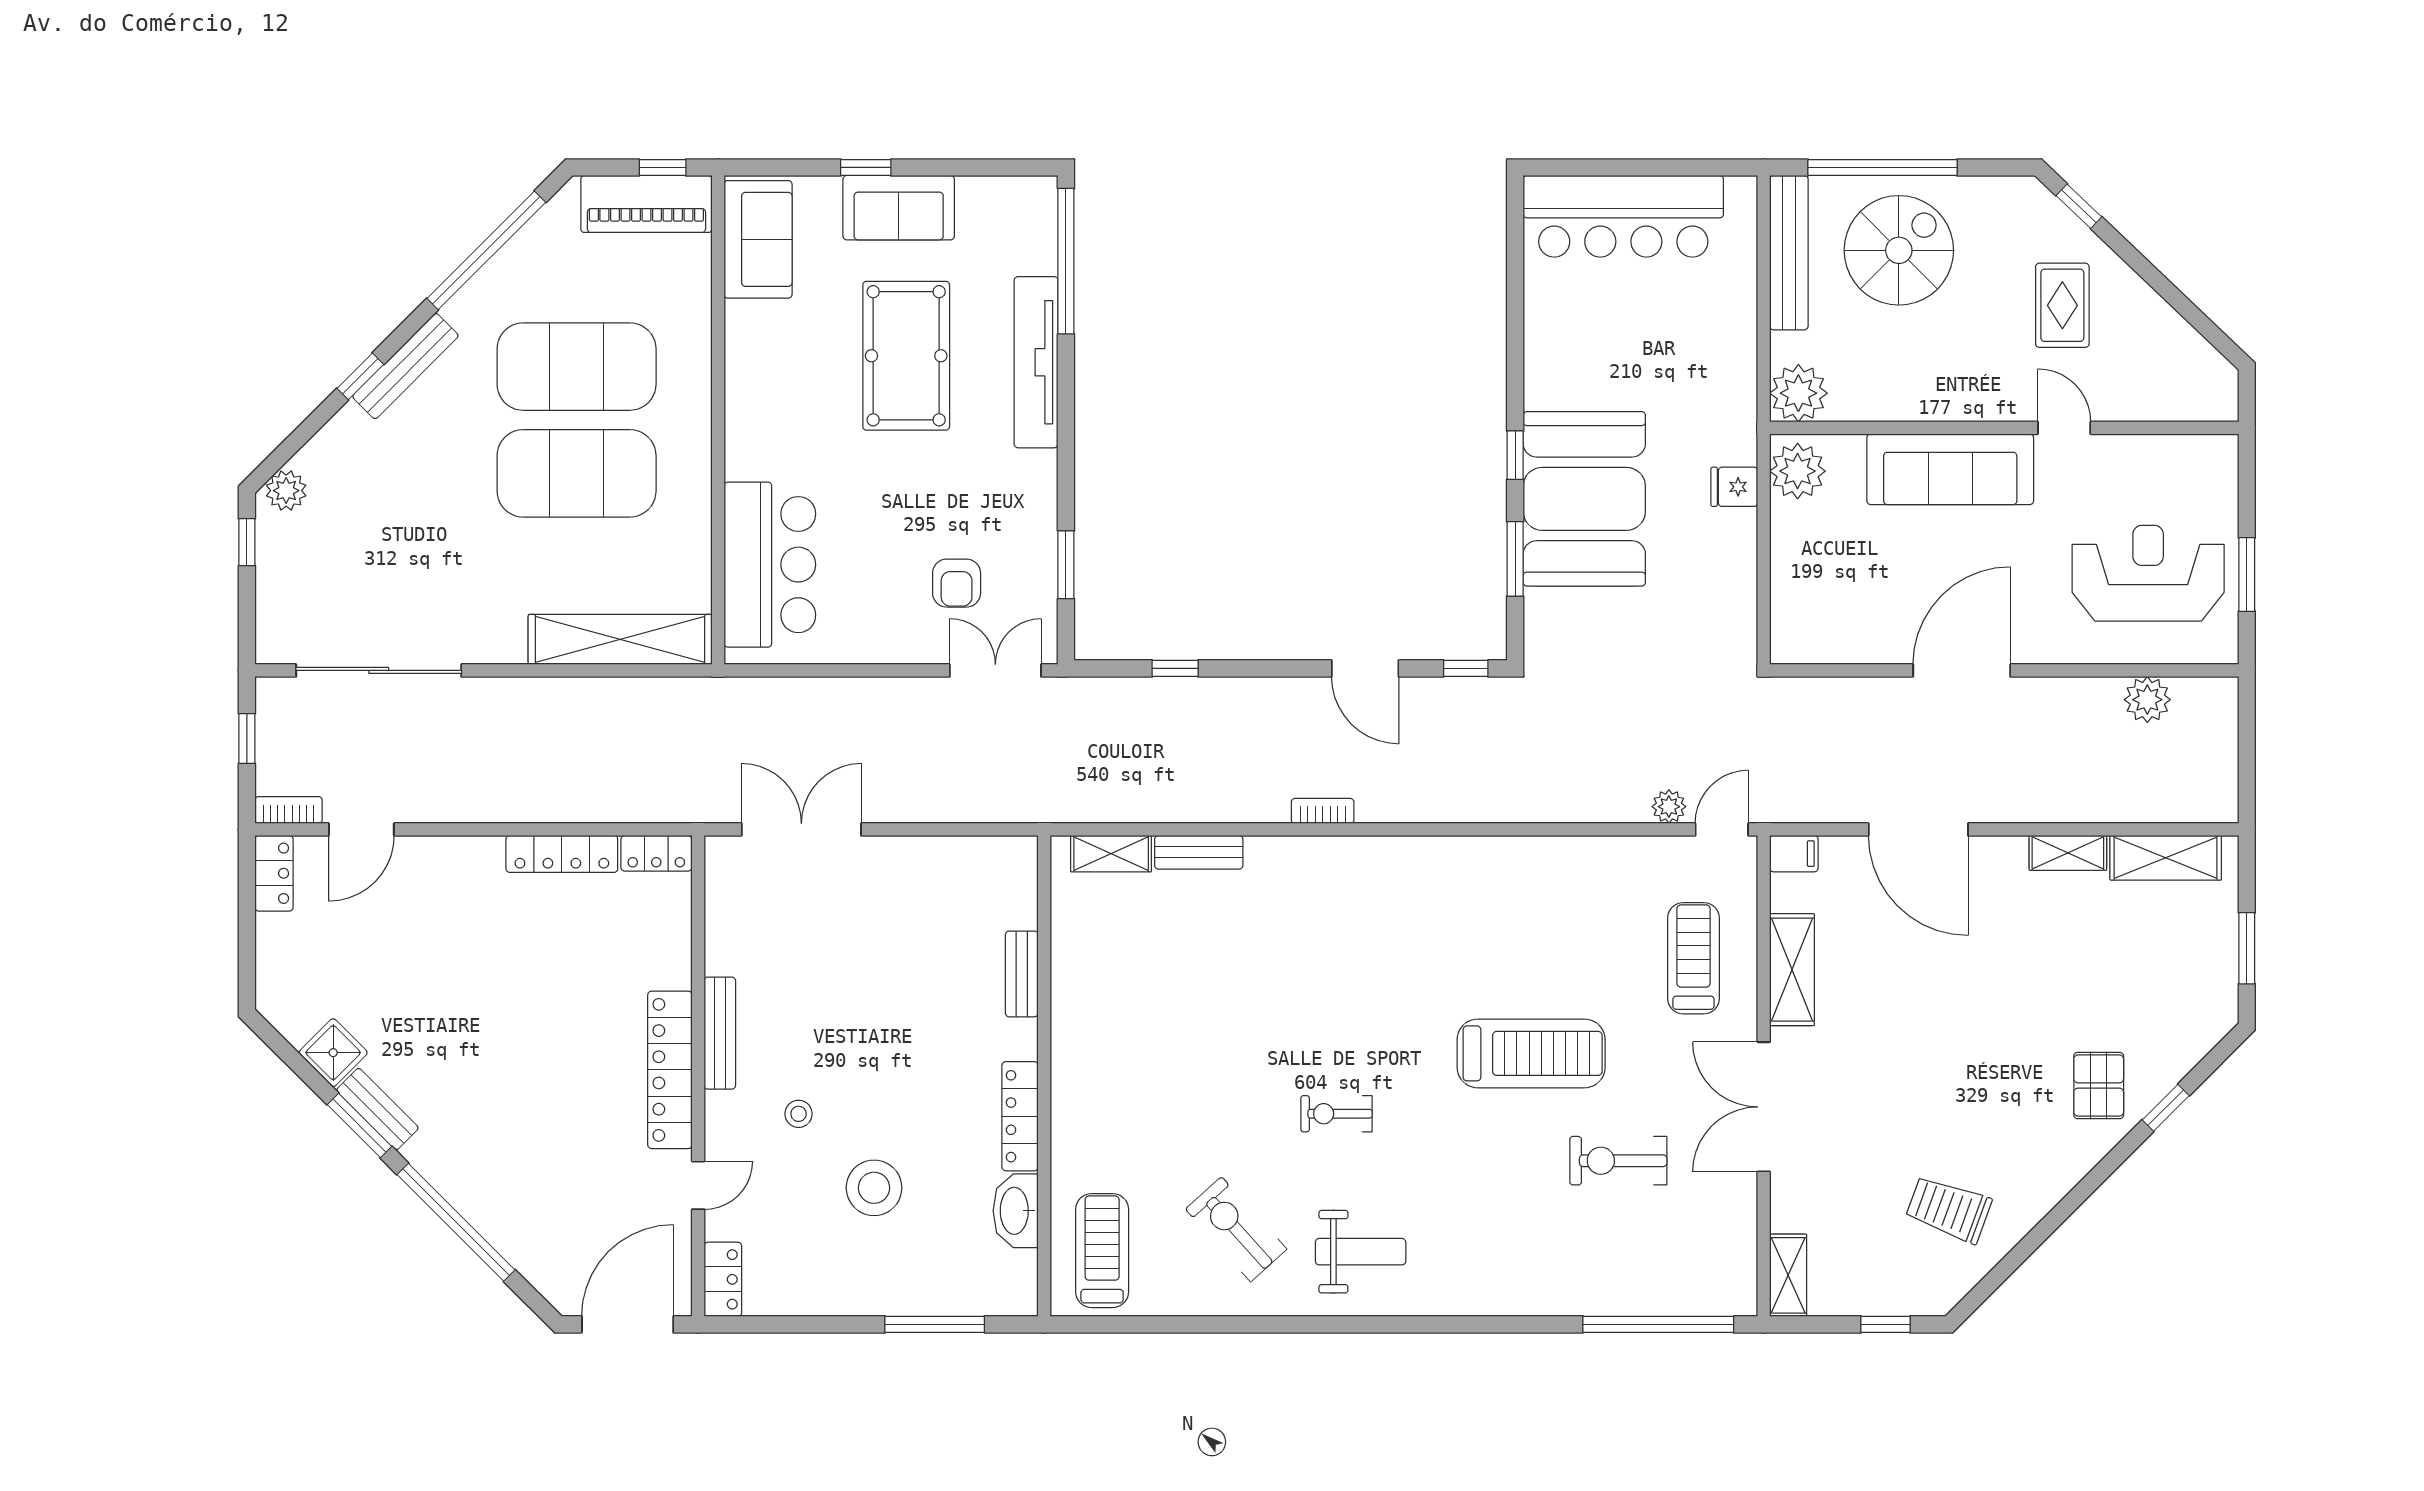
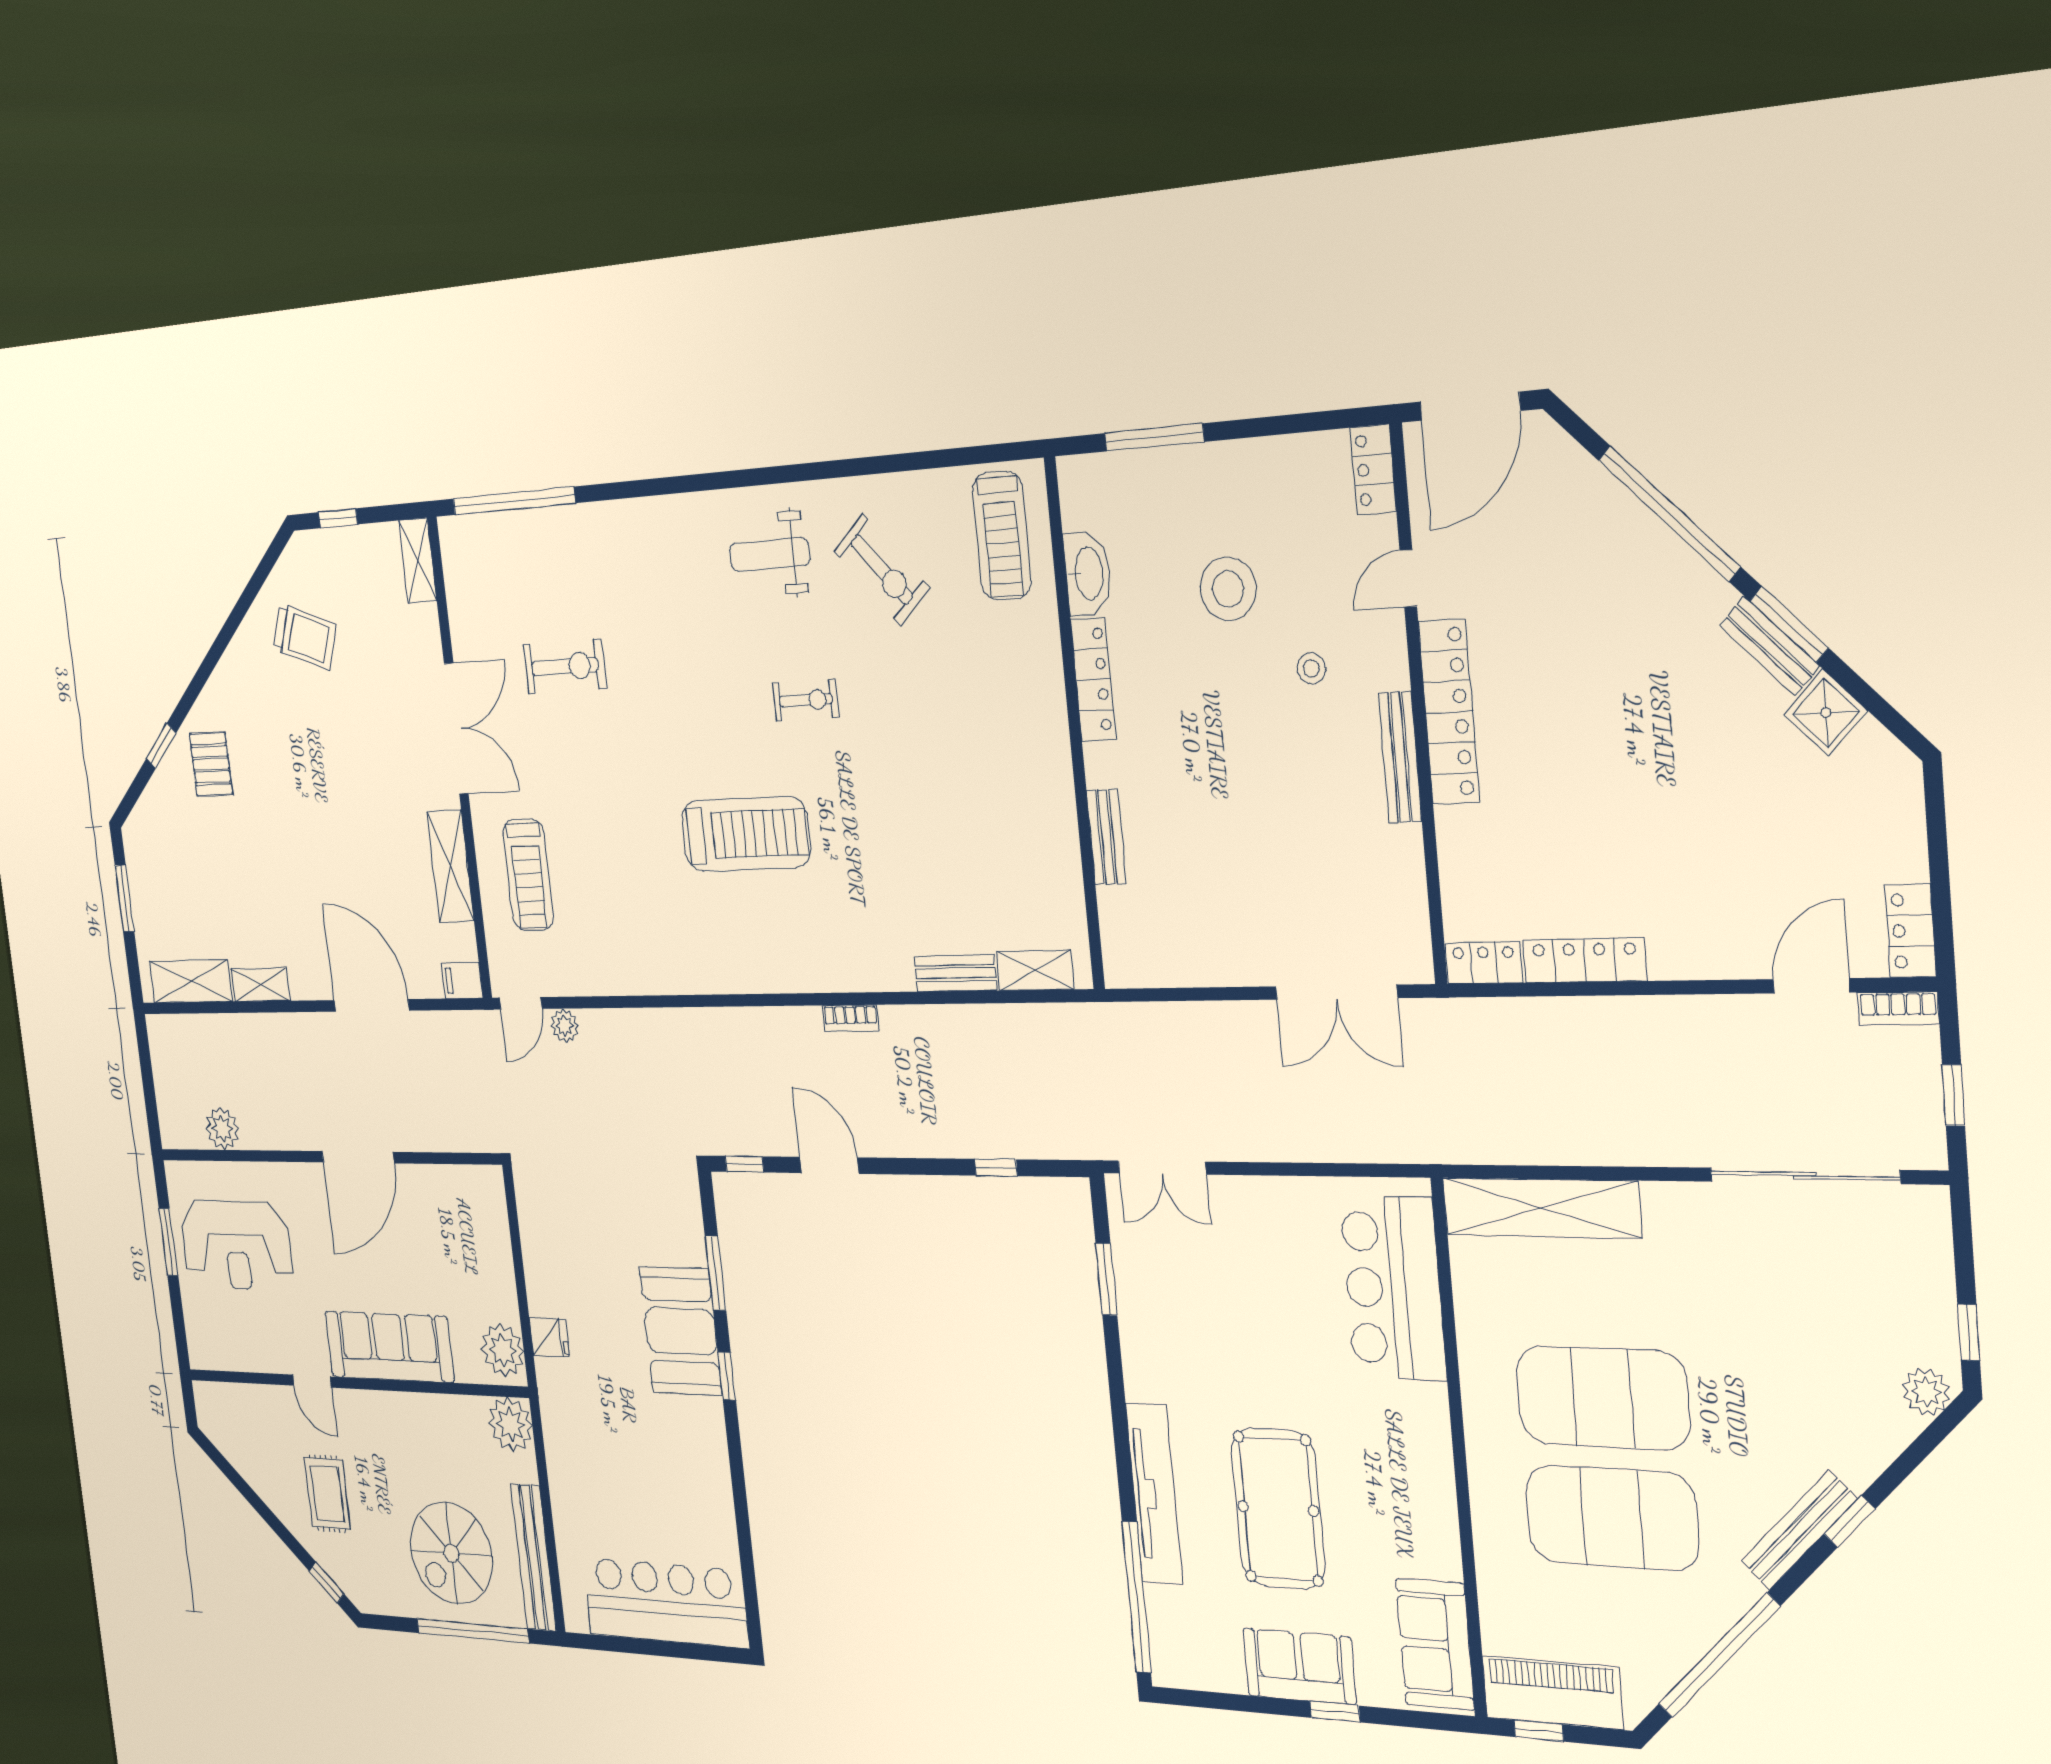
booth: (1584, 499) -> (681, 1331), width x0.73, depth x0.70
armchair: (957, 583) -> (1208, 1263), removed
treadmill: (1531, 1053) -> (746, 834), moved, turned 180

